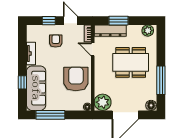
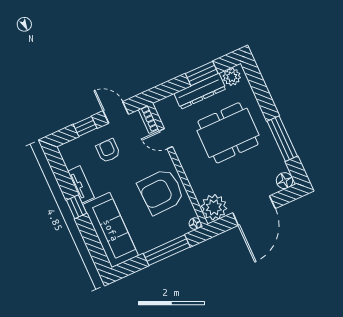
window: (119, 21) -> (202, 73), moved
dresser: (110, 31) -> (200, 91), moved
armchair: (76, 79) -> (161, 191), turned -92
window: (22, 82) -> (77, 207), moved
window: (50, 115) -> (167, 250), moved

